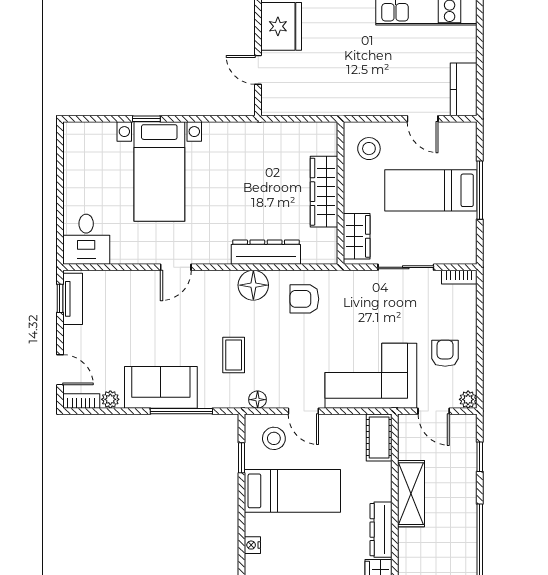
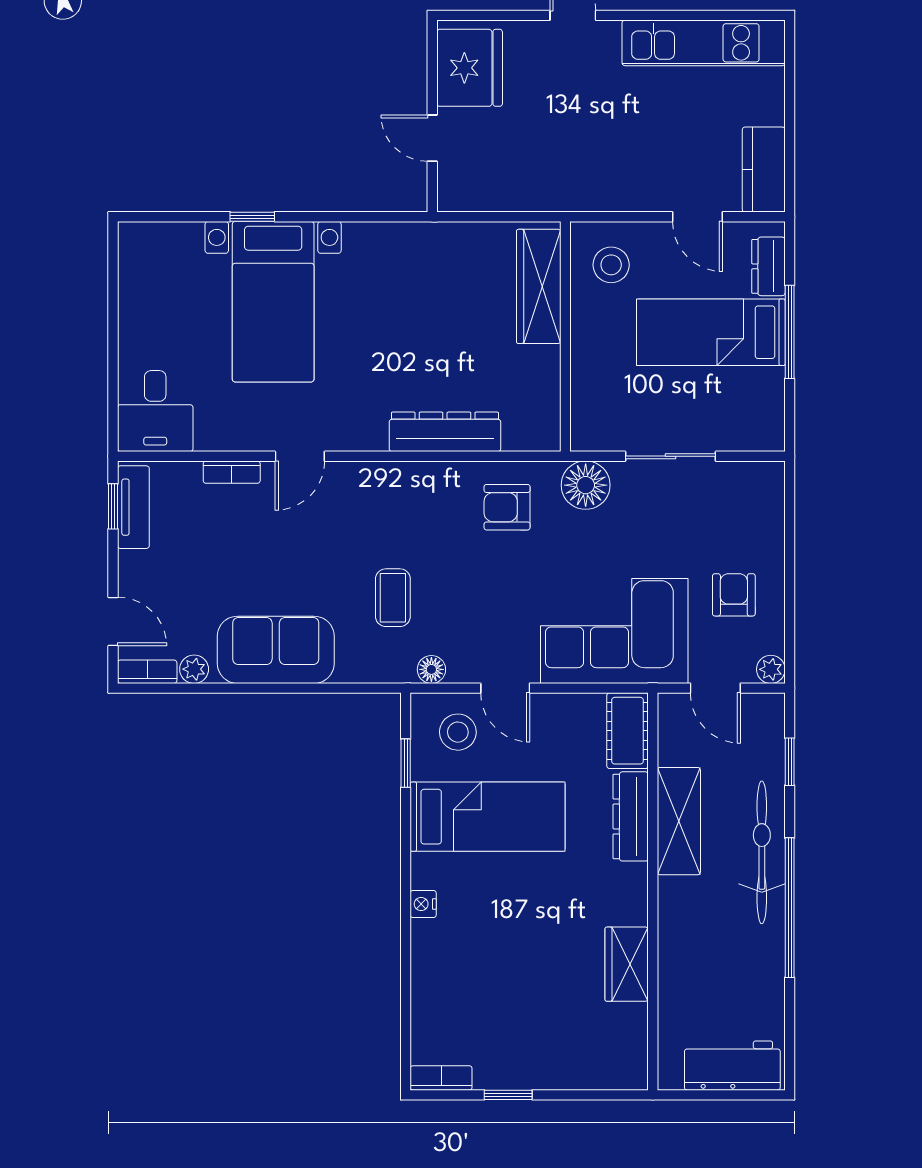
dresser: (467, 149) -> (768, 266), added
wardrobe: (324, 192) -> (539, 286), moved
wardrobe: (357, 236) -> (591, 406), removed
bookcase: (459, 277) -> (232, 472), moved
floor lamp: (253, 285) -> (586, 485), moved
window: (181, 411) -> (309, 688), removed
bicycle: (462, 513) -> (762, 852), added
dresser: (381, 530) -> (631, 816), moved

